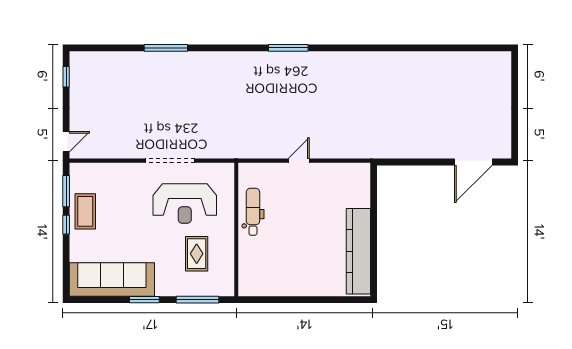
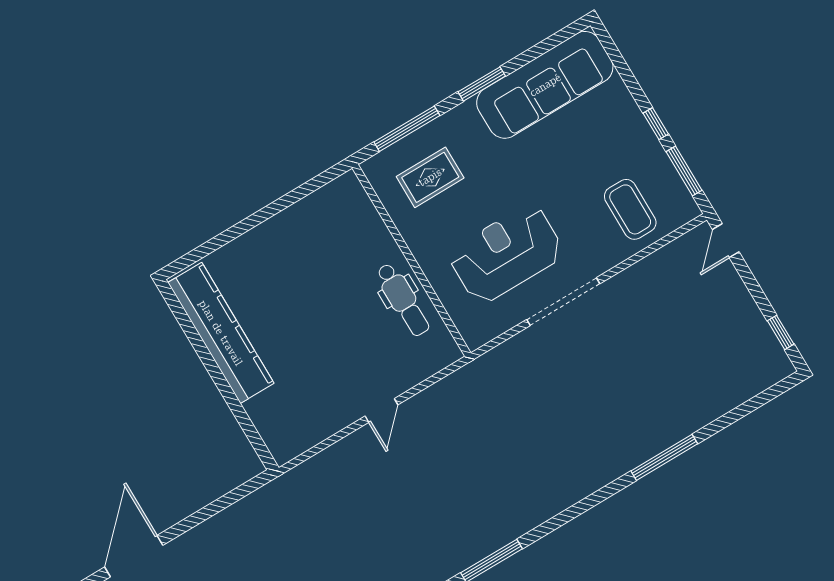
coffee table: (85, 211) -> (630, 209), moved
rug: (197, 254) -> (430, 177), moved, turned 90

